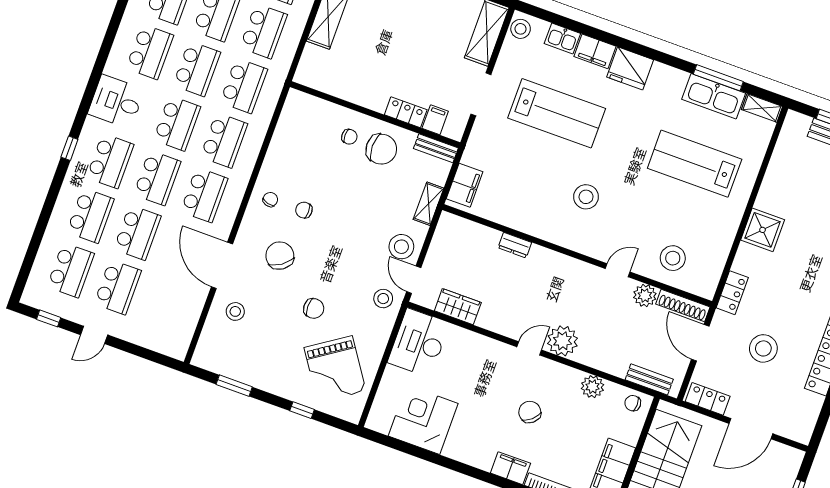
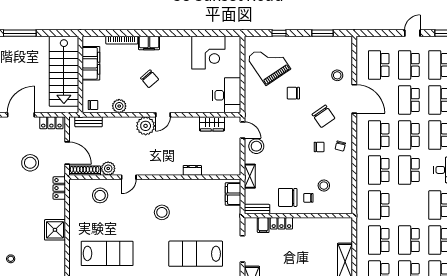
school desk: (197, 69) -> (379, 65), moved
stool: (383, 299) -> (324, 186), moved

